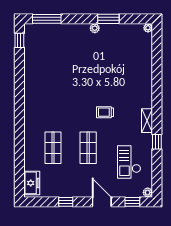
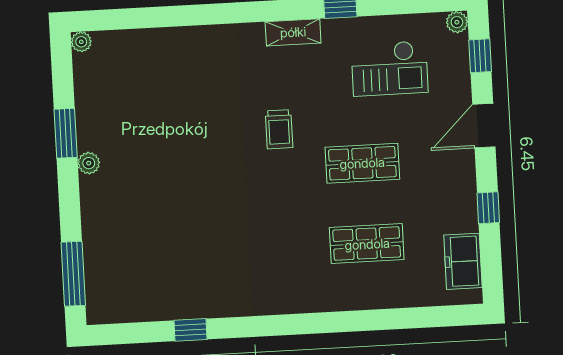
window: (19, 40) -> (191, 330), moved
freezer: (32, 183) -> (463, 261), moved, turned -90

